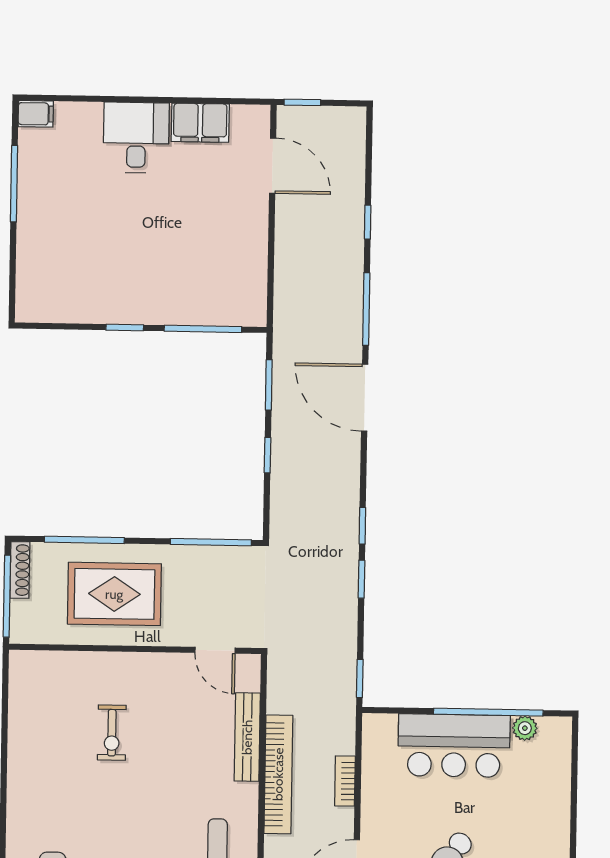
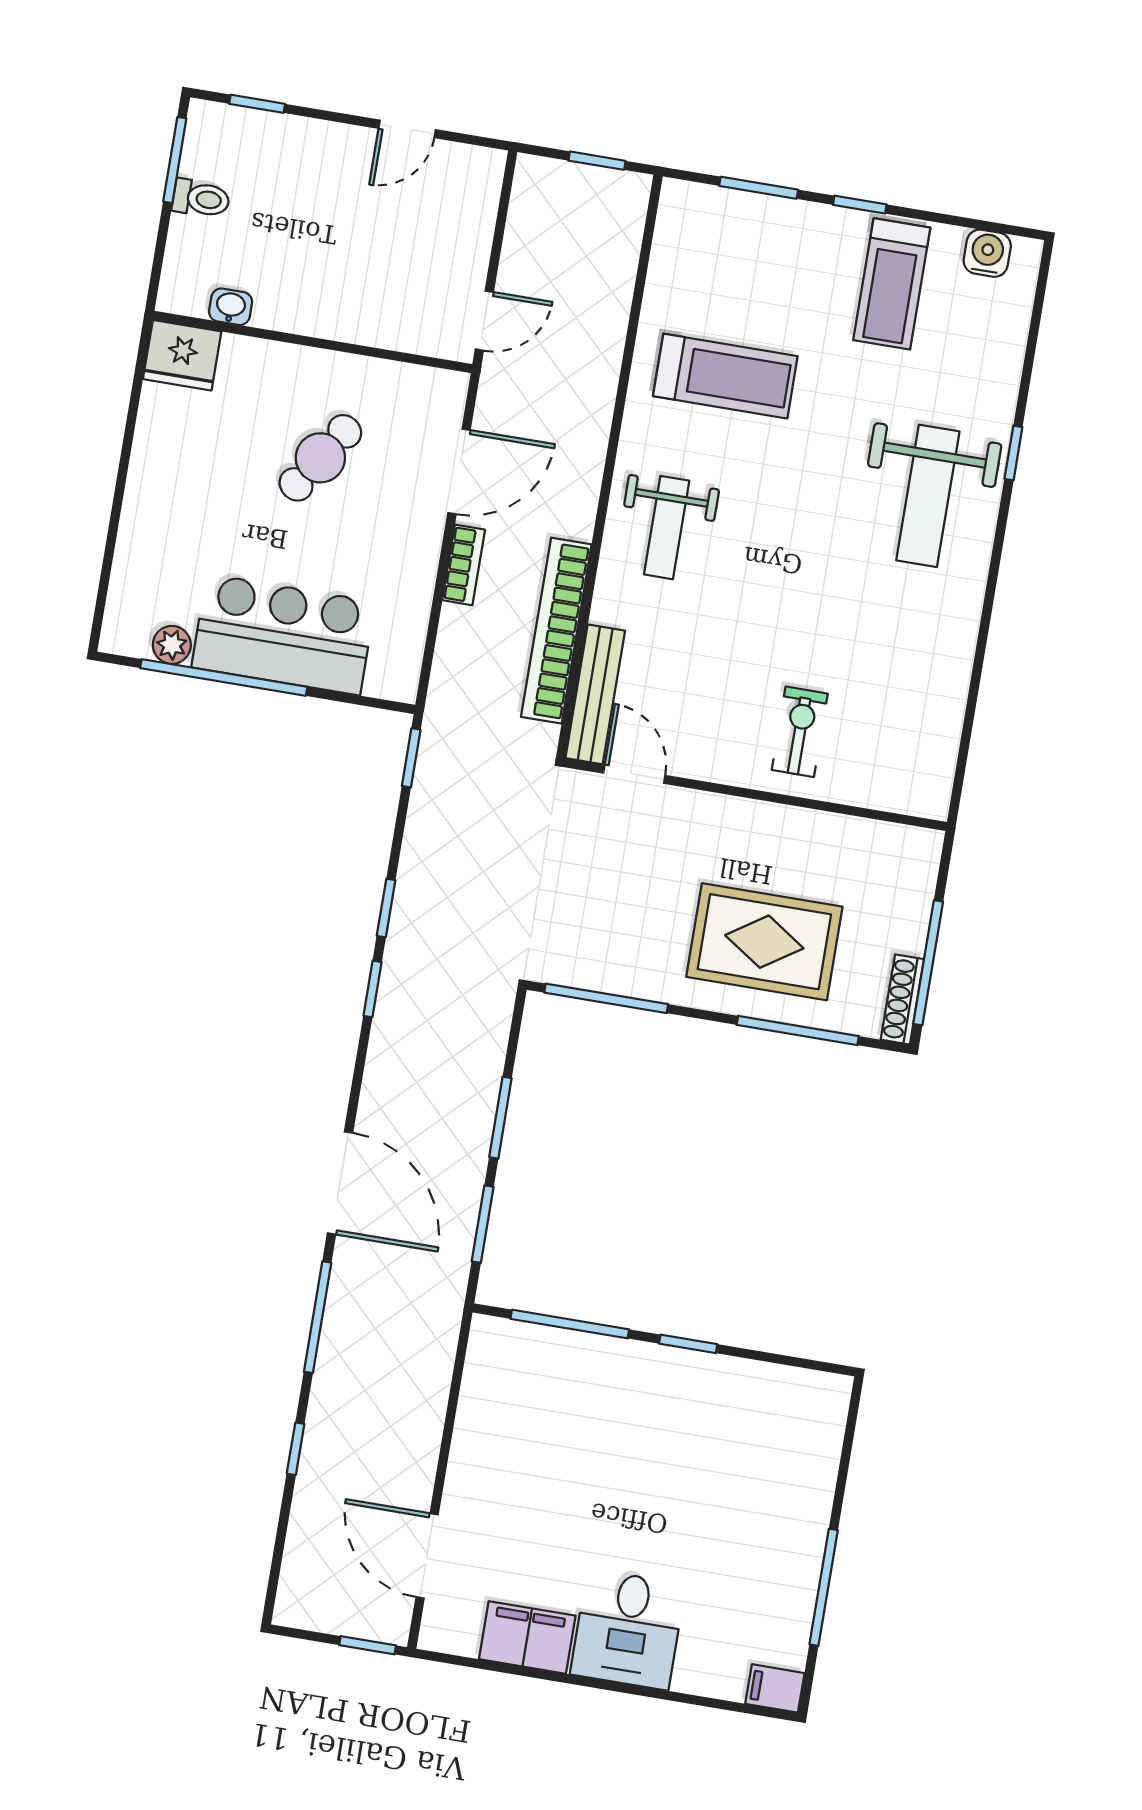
window: (268, 455) -> (500, 1118), width x1.50
wall: (135, 649) -> (755, 795), moved
door: (215, 650) -> (634, 774), moved
bookcase: (345, 781) -> (464, 565), moved

